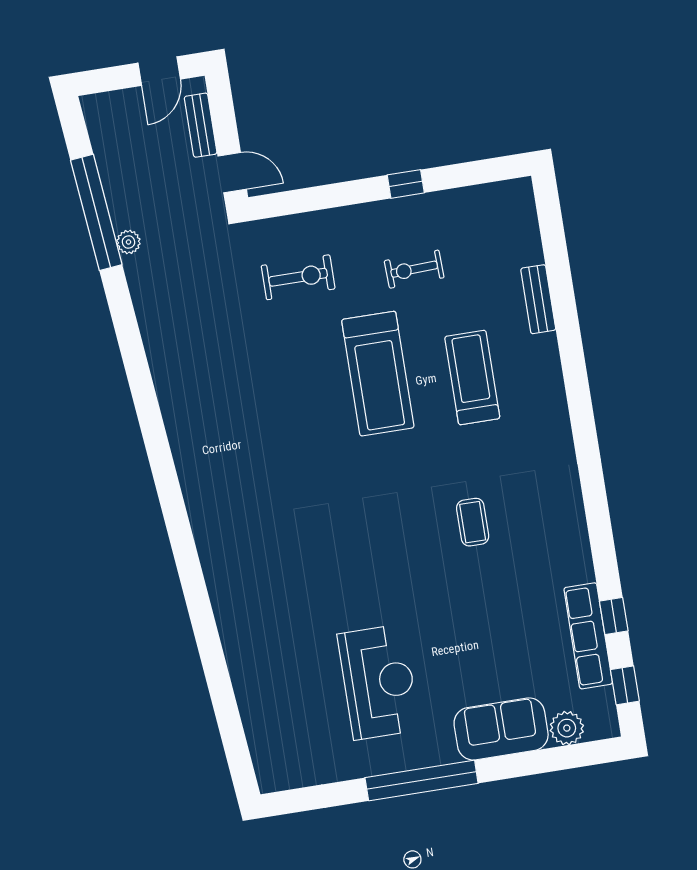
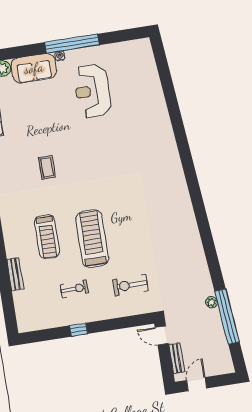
water cooler: (447, 755) -> (60, 56), added

